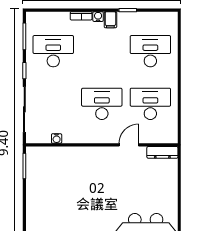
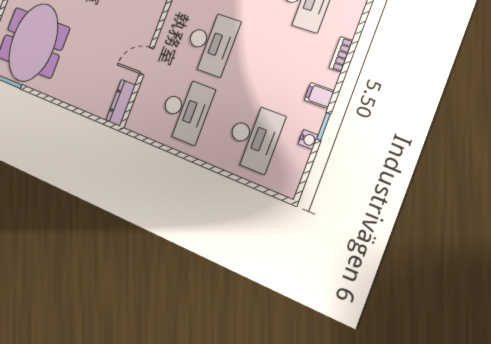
water cooler: (98, 17) -> (308, 139), moved
door: (129, 145) -> (147, 61), swing flipped

